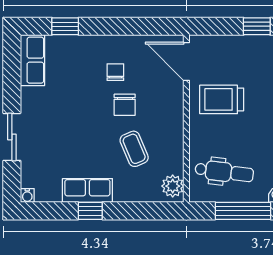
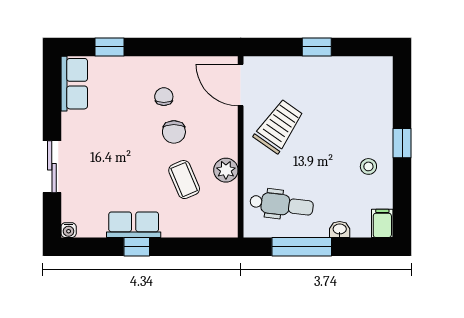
trolley: (222, 99) -> (279, 126), turned 125
plant: (173, 186) -> (226, 170), moved

